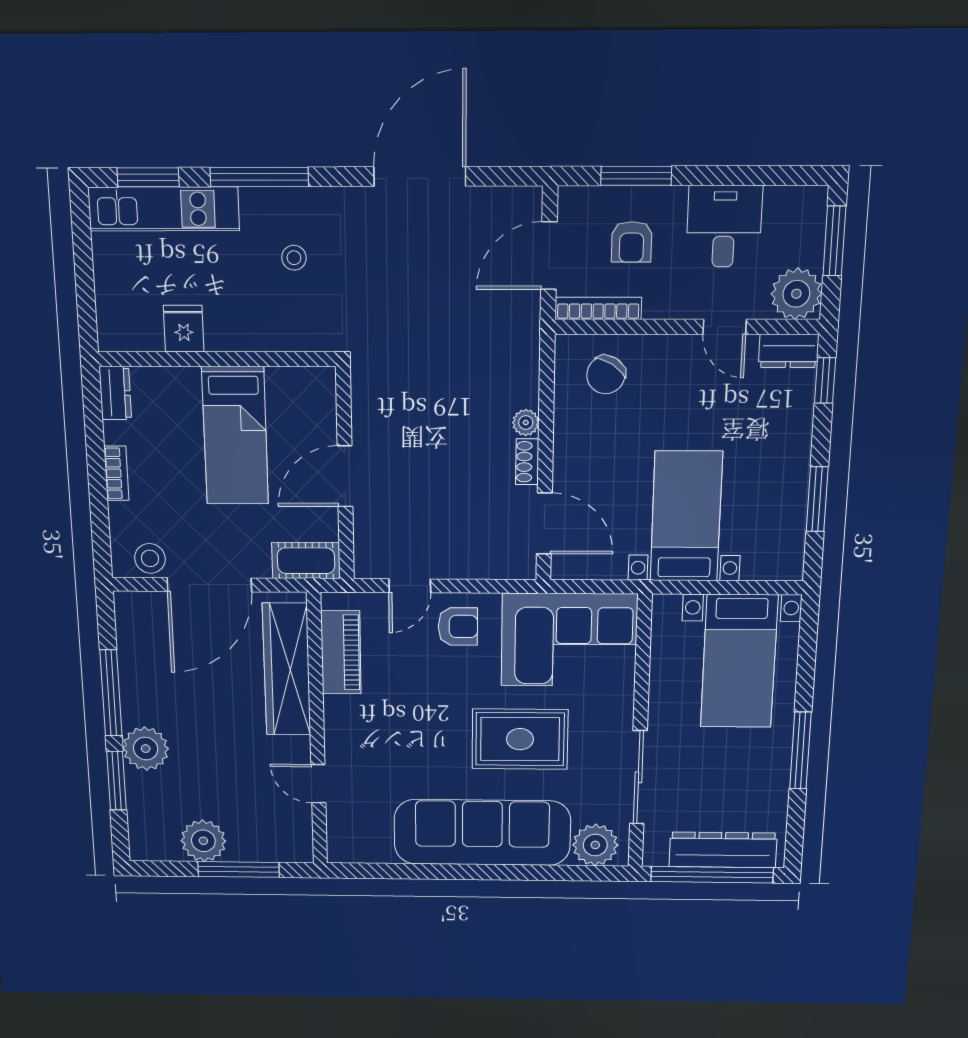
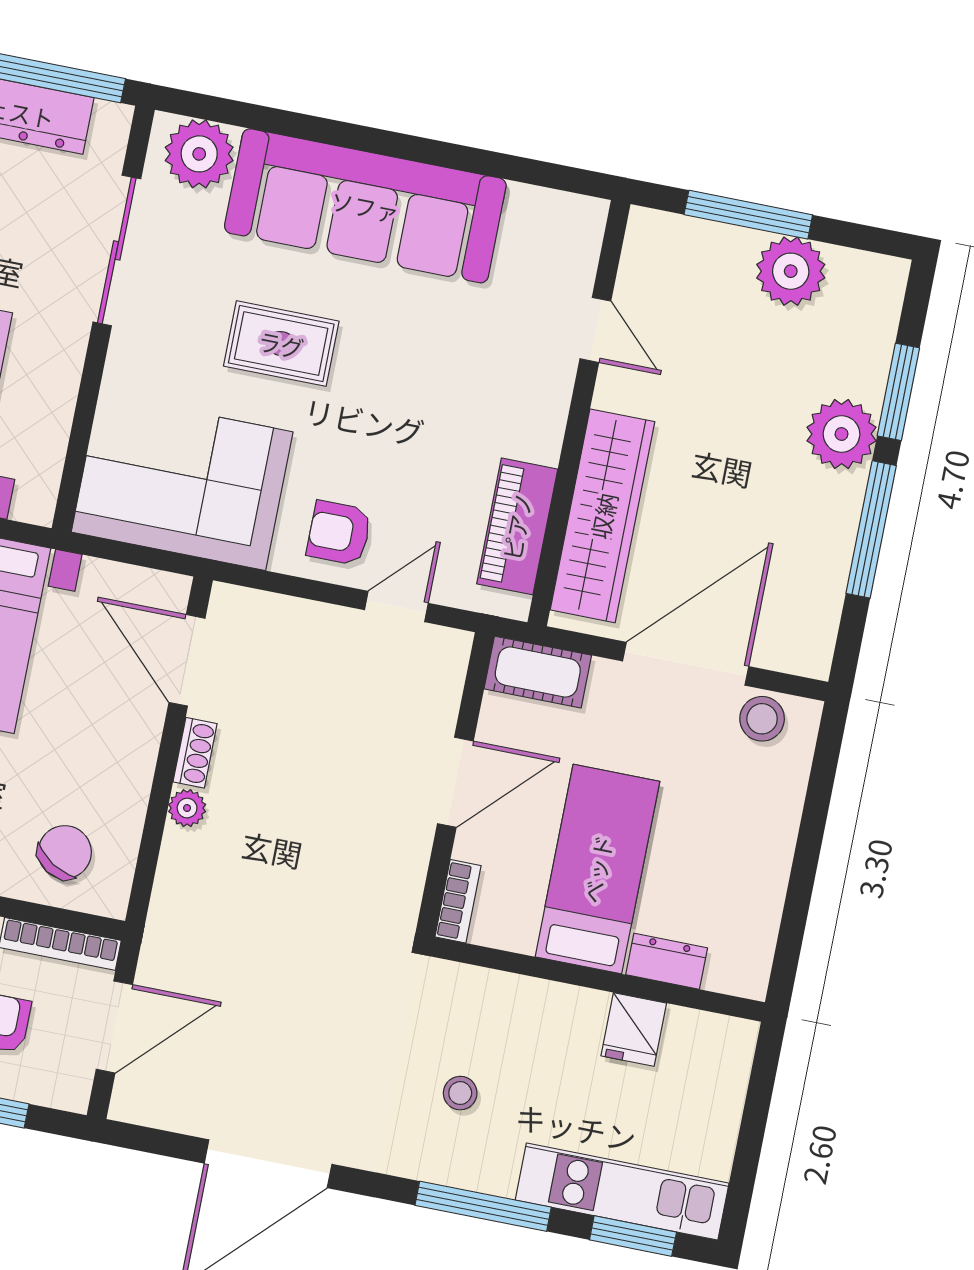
dresser: (115, 393) -> (667, 961), moved, turned 90
bookcase: (116, 473) -> (458, 901), moved, turned 180
rug: (520, 739) -> (281, 344), width x0.73, depth x0.70

